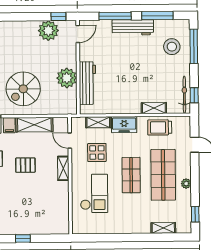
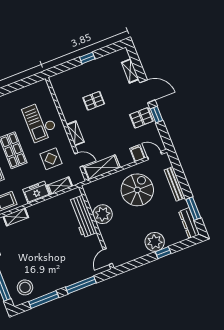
window: (58, 17) -> (163, 253), moved
workbench: (133, 27) -> (61, 281), removed
plant: (48, 31) -> (155, 242), moved
stool: (172, 47) -> (25, 287), moved
shelving: (34, 125) -> (102, 167), moved
pallet: (25, 165) -> (94, 101), moved

